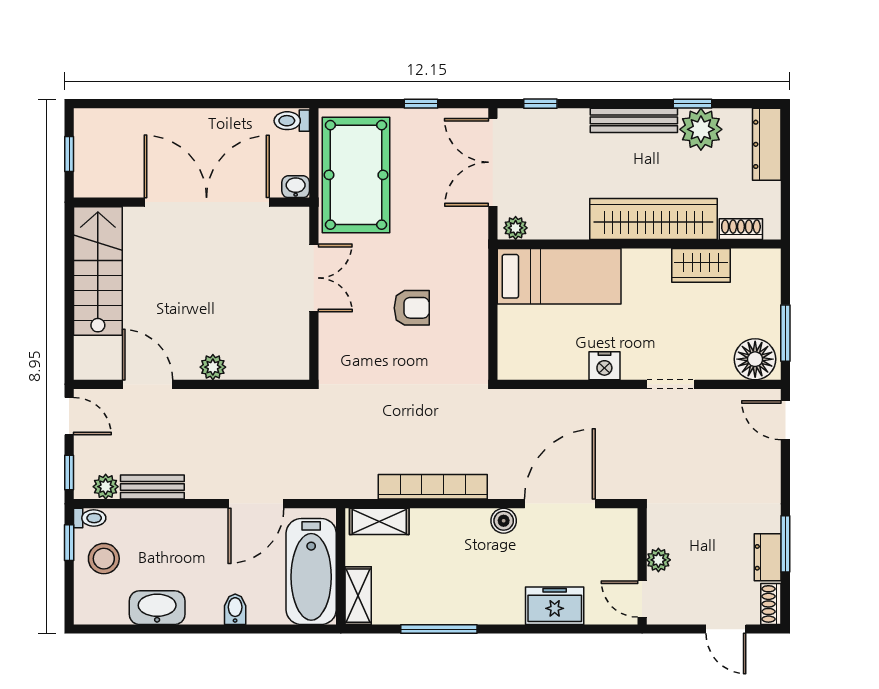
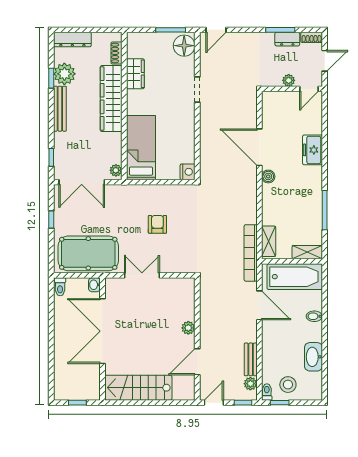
nightstand: (604, 366) -> (188, 172), moved
bookcase: (433, 487) -> (251, 253), moved
plant: (658, 560) -> (289, 80), moved
wall: (642, 566) -> (292, 89), moved
door: (642, 599) -> (309, 89), moved

